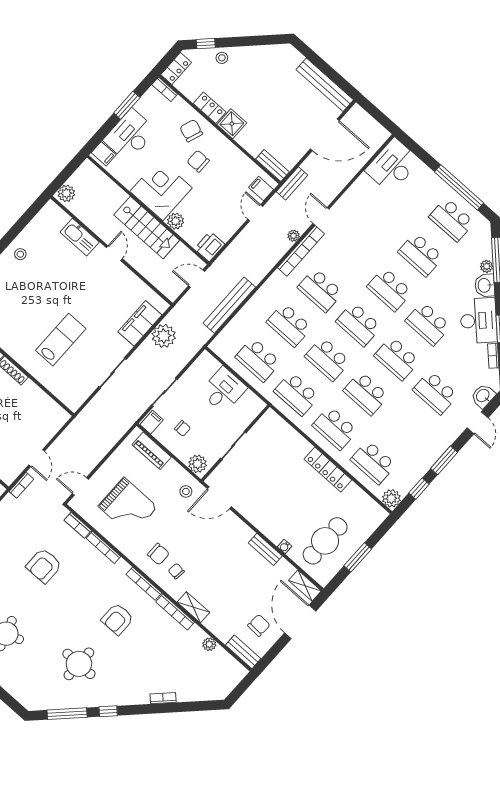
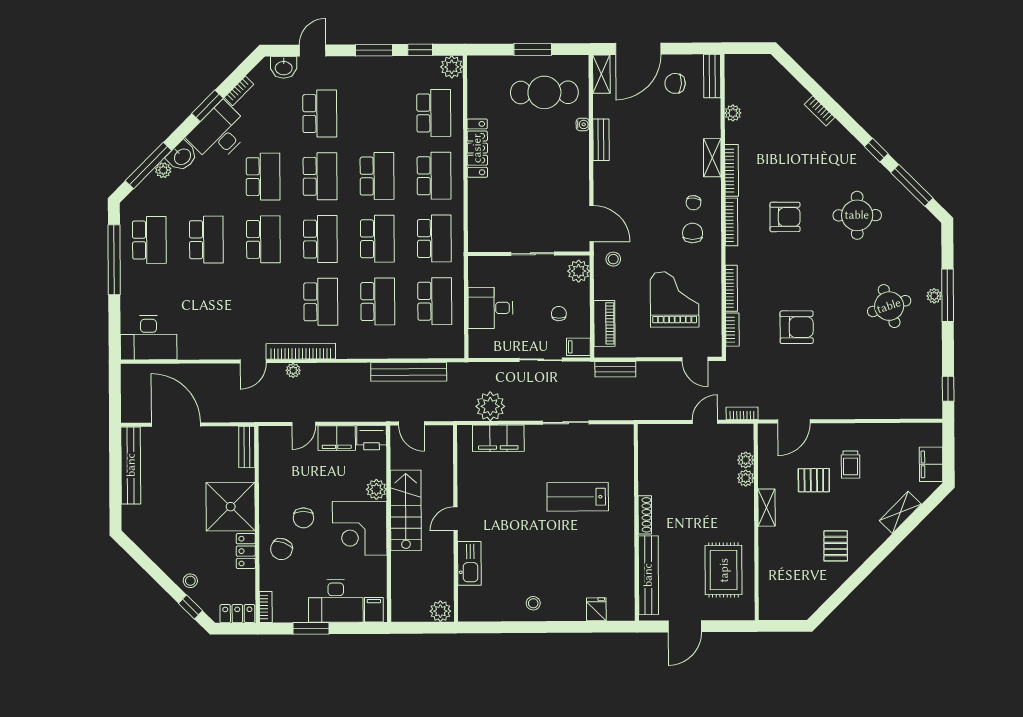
shower: (232, 124) -> (231, 507), width x1.86, depth x1.86
bench: (292, 183) -> (615, 369), moved
filing cabinet: (261, 189) -> (337, 438), moved, width x2.00

